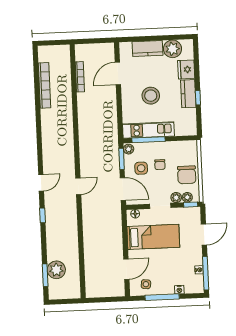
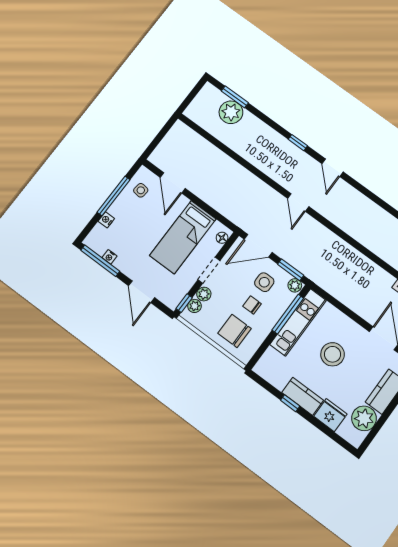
chair: (187, 175) -> (235, 331), moved

